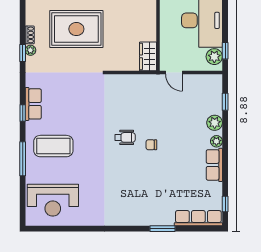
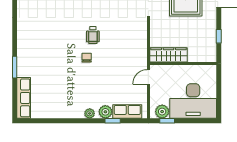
wardrobe: (148, 56) -> (169, 55), width x1.50
window: (225, 102) -> (113, 121), moved
row of seats: (214, 165) -> (127, 112), moved
window: (225, 204) -> (36, 121), removed

